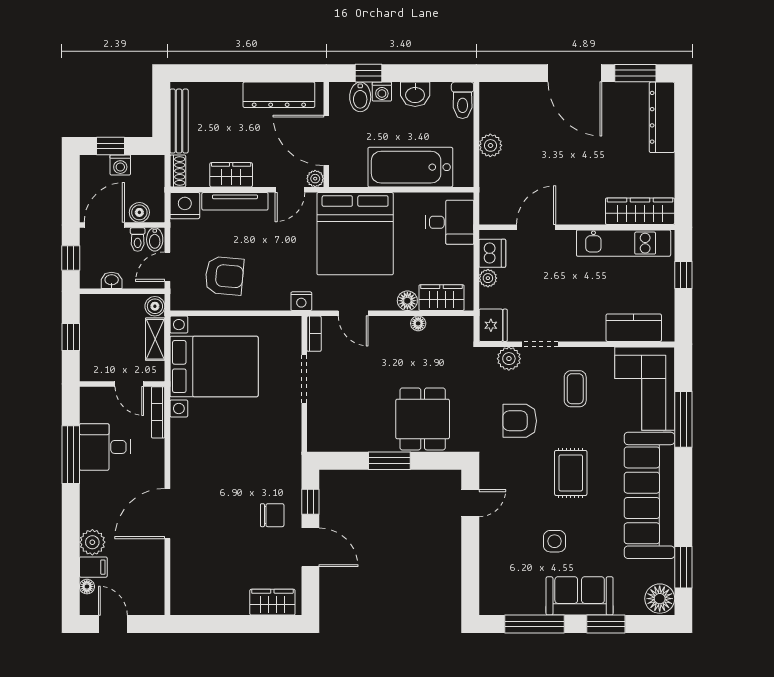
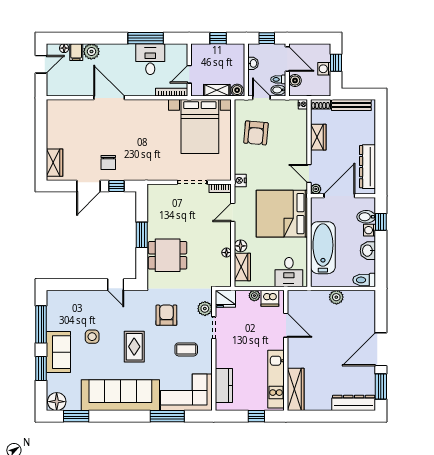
tv unit: (235, 201) -> (302, 139), removed
nightstand: (185, 206) -> (303, 104), width x0.53, depth x0.56
rug: (571, 473) -> (134, 347), turned 90

